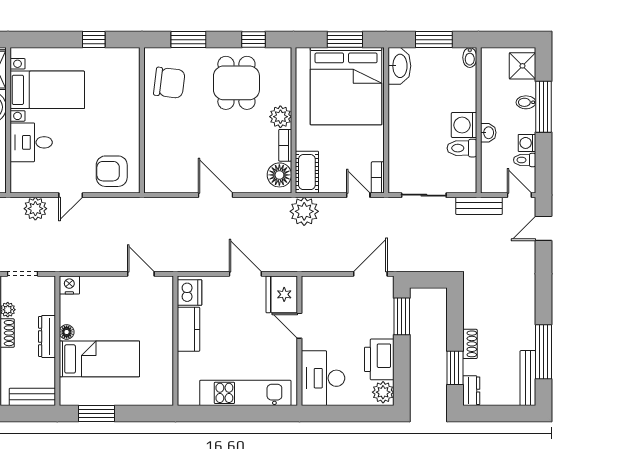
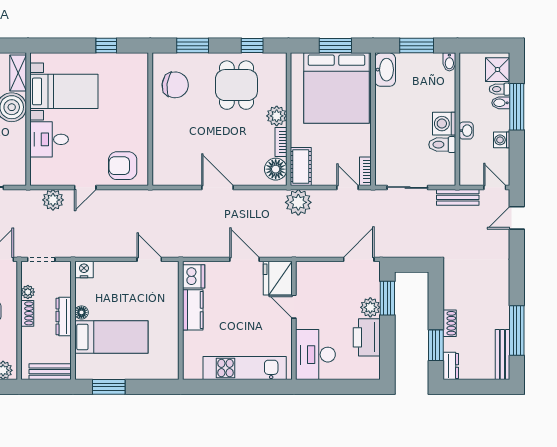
toilet: (525, 160) -> (499, 89), moved
plant: (383, 392) -> (370, 307), moved

